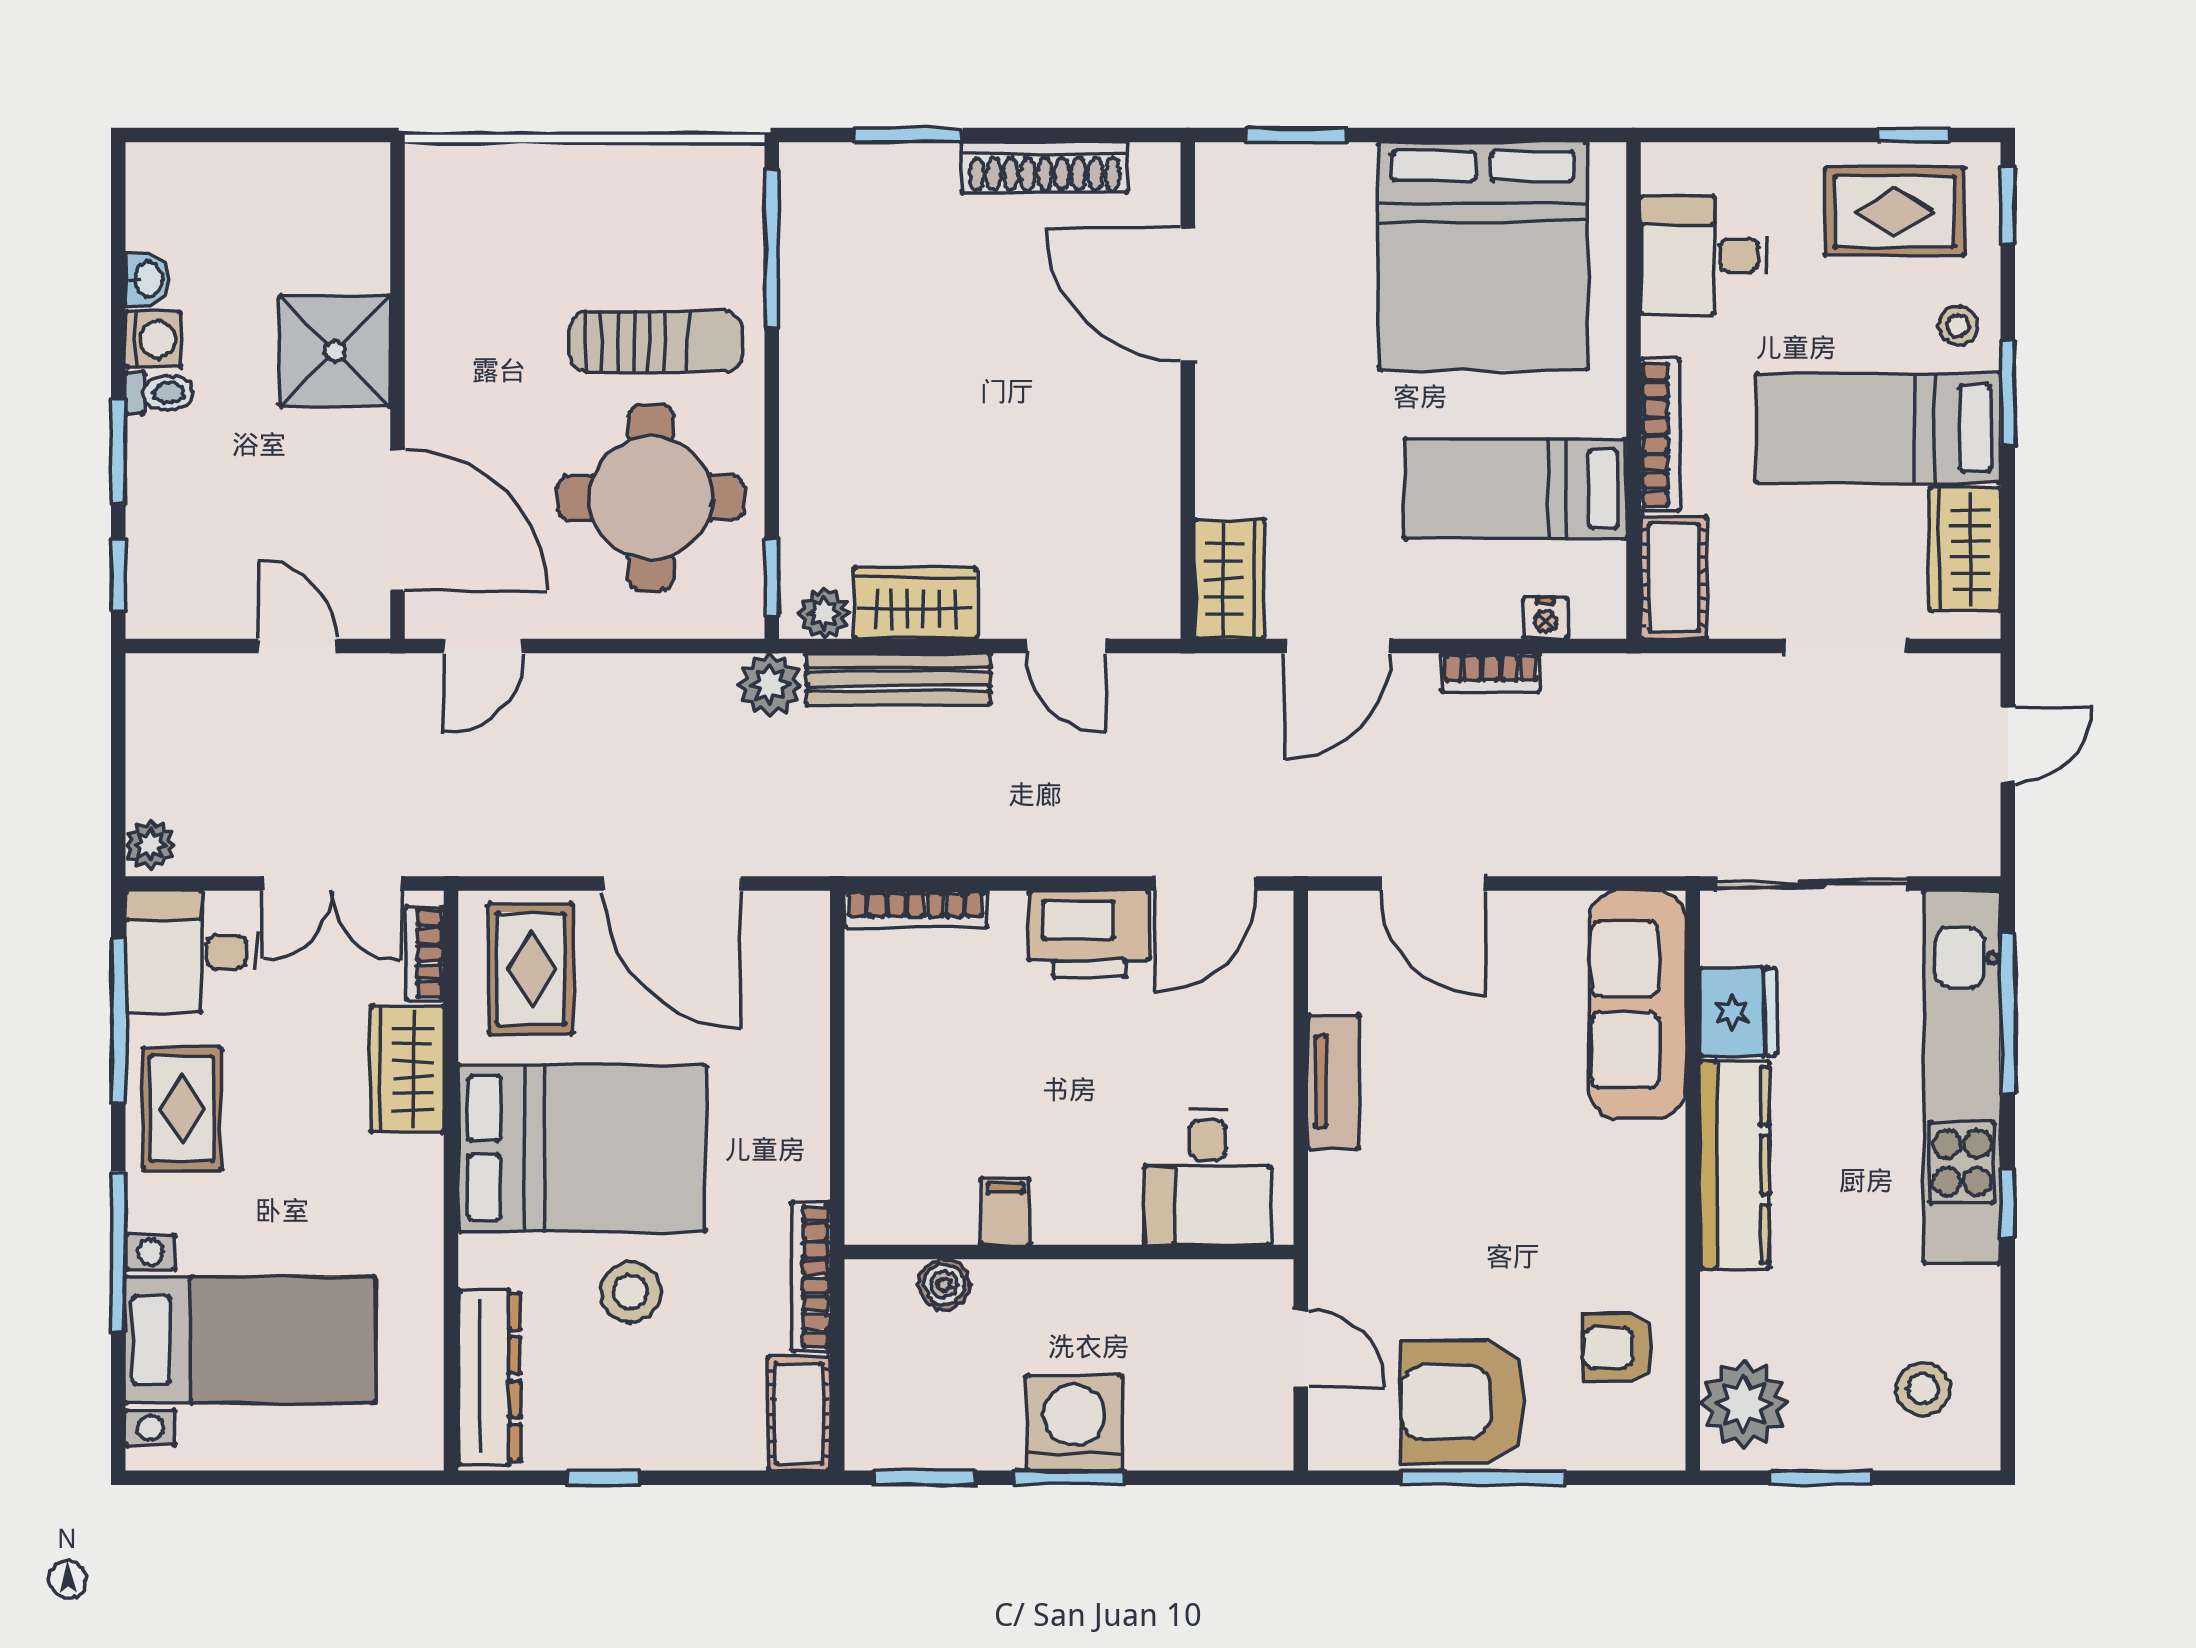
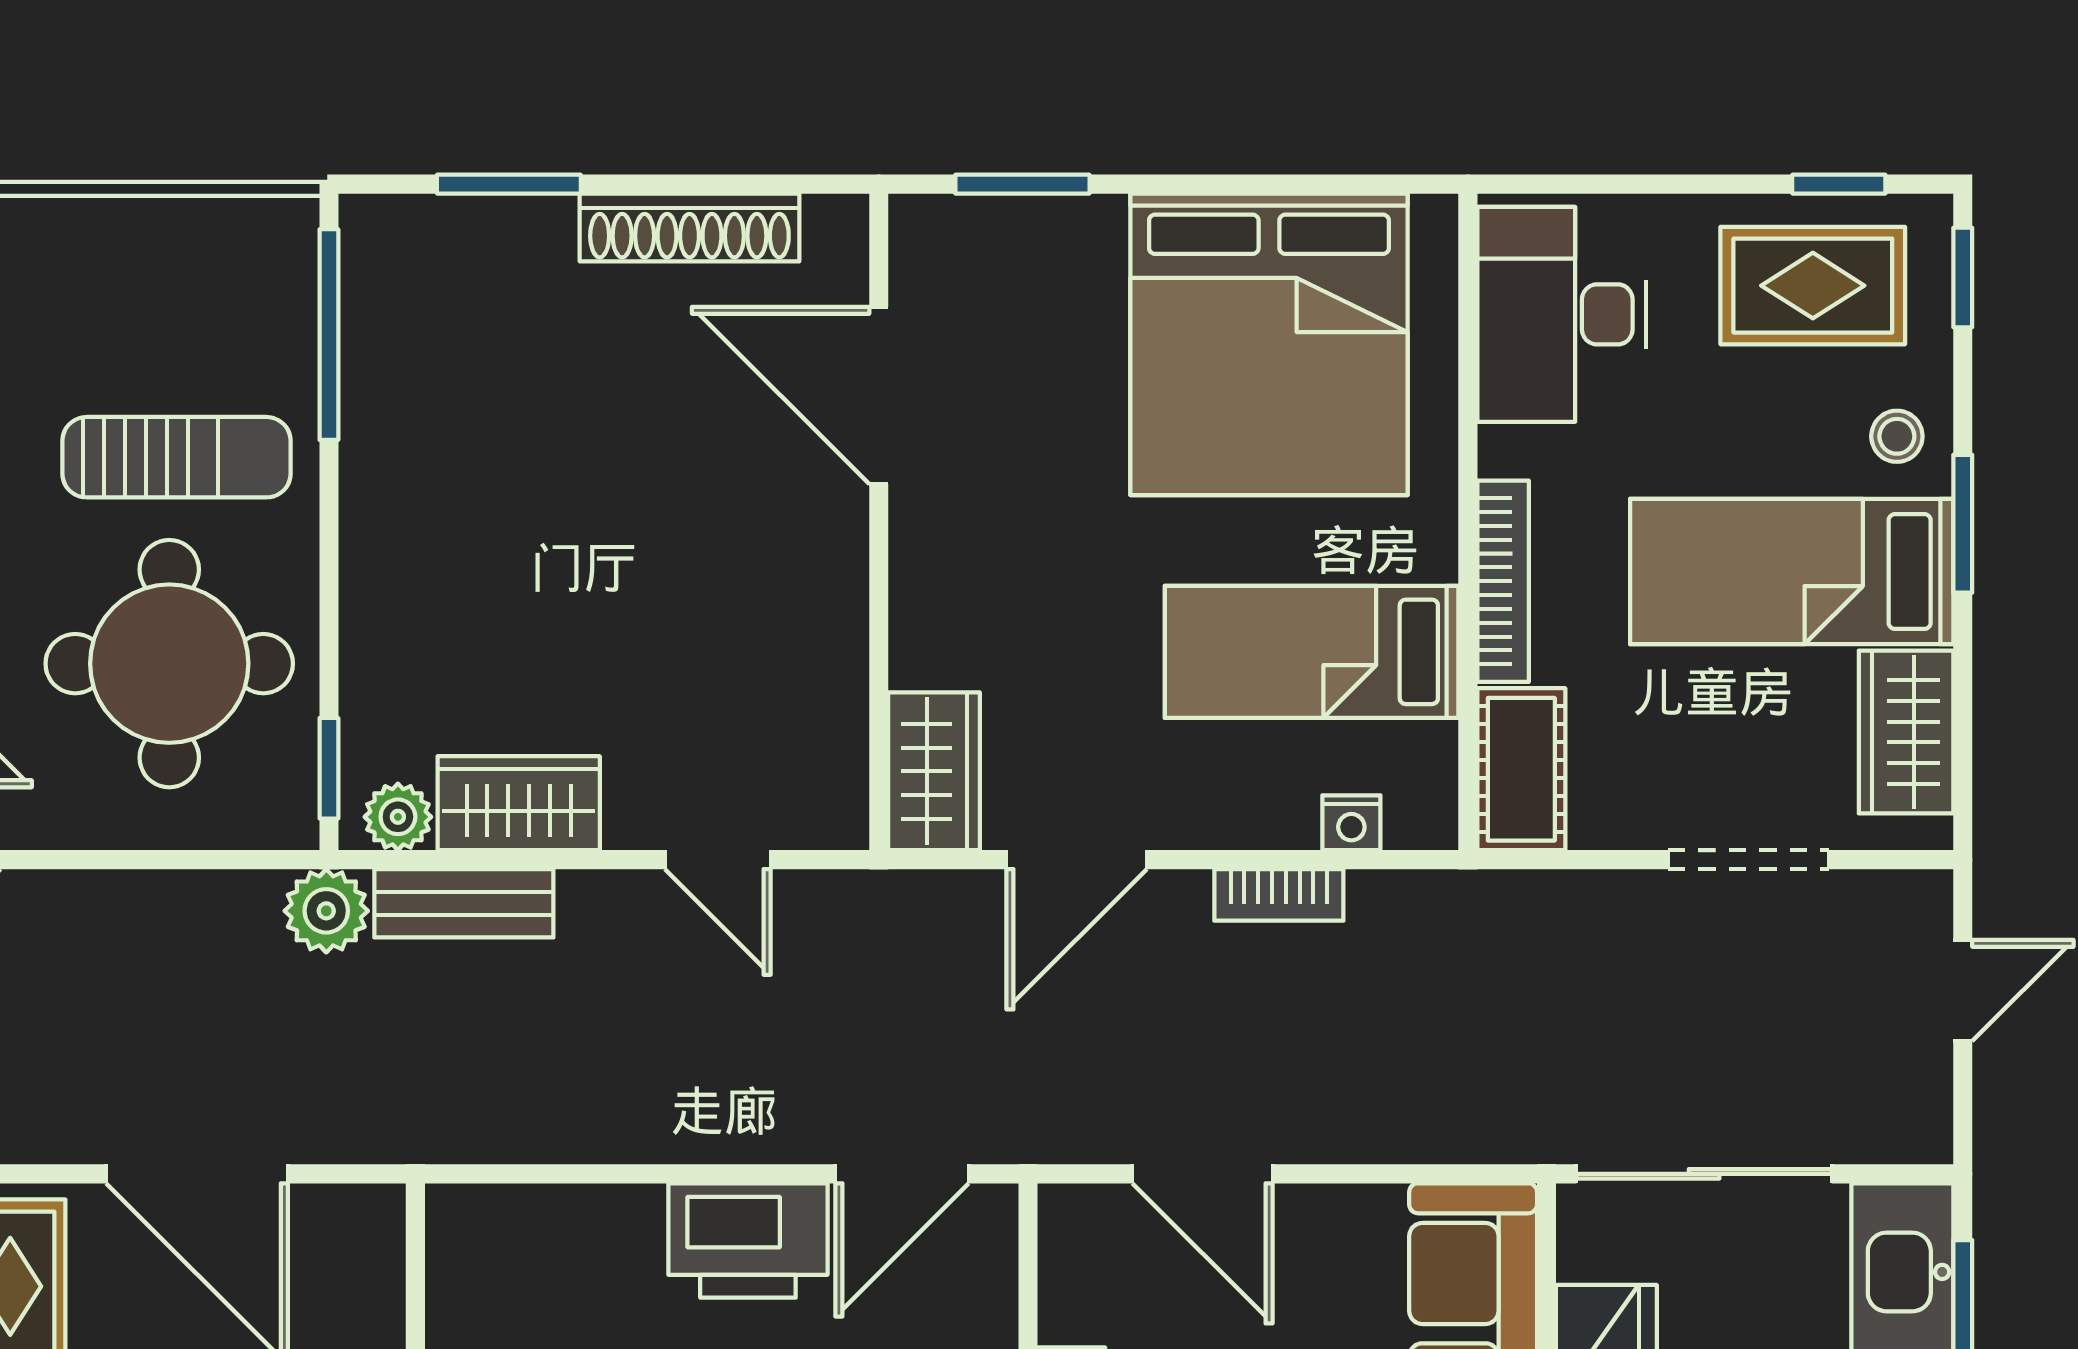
desk: (1704, 255) -> (1562, 314), width x1.37
bench: (899, 679) -> (464, 903), width x0.73
bookcase: (916, 909) -> (519, 1207), removed

